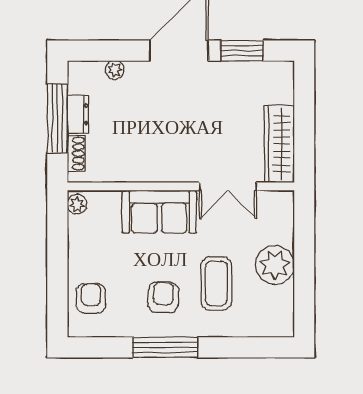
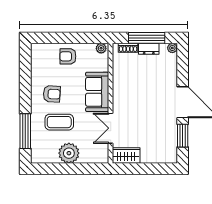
plant: (115, 70) -> (172, 48), moved
wardrobe: (279, 144) -> (126, 155), width x0.67
armchair: (91, 298) -> (68, 56), moved, turned 180
window: (165, 347) -> (25, 131), moved

